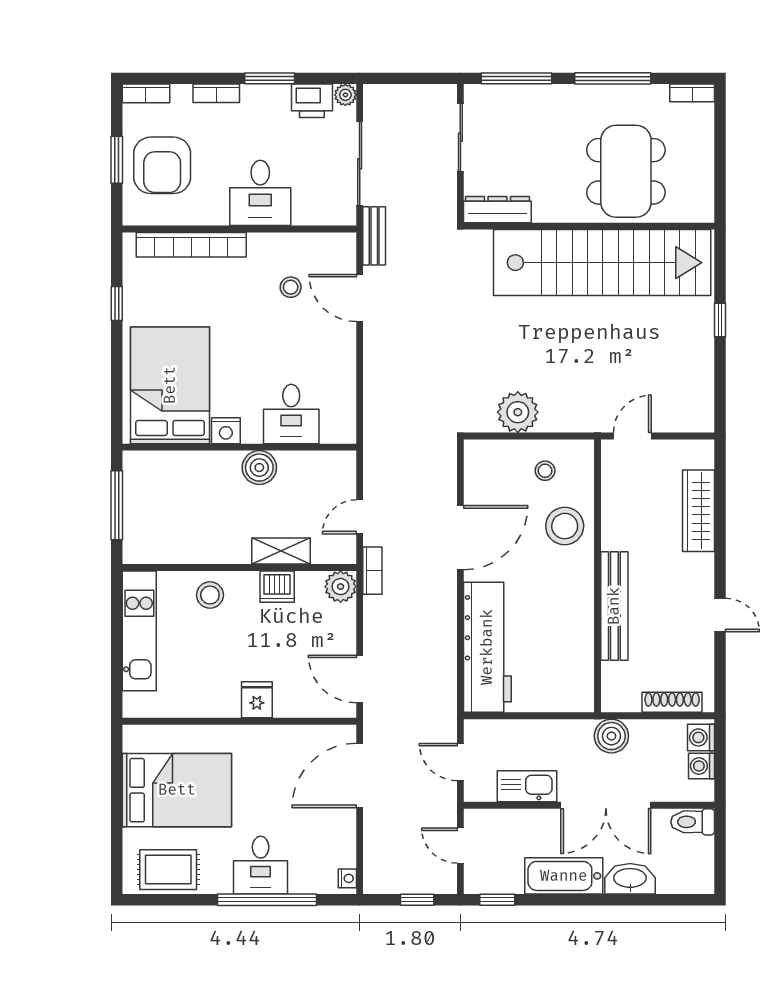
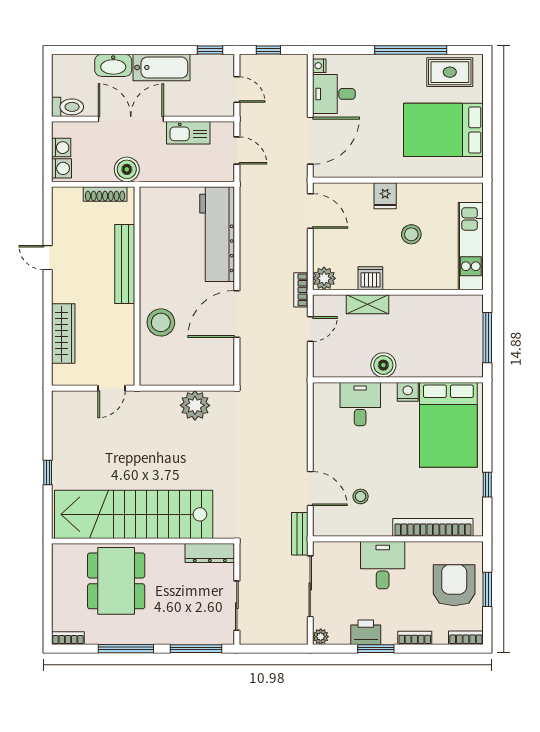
printer: (312, 101) -> (366, 632), moved
stool: (545, 471) -> (175, 363), removed
stool: (210, 595) -> (411, 234), moved
shoe rack: (672, 702) -> (105, 194), moved
desk: (261, 865) -> (334, 94), moved, turned -90
window: (267, 900) -> (411, 50), moved

